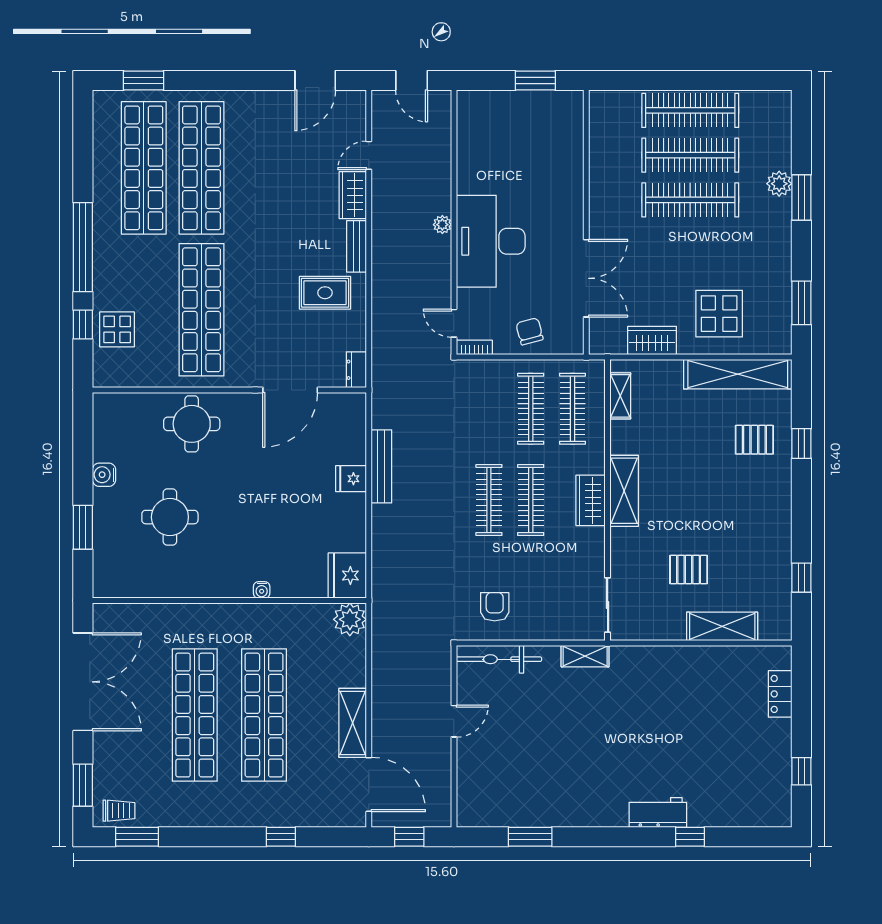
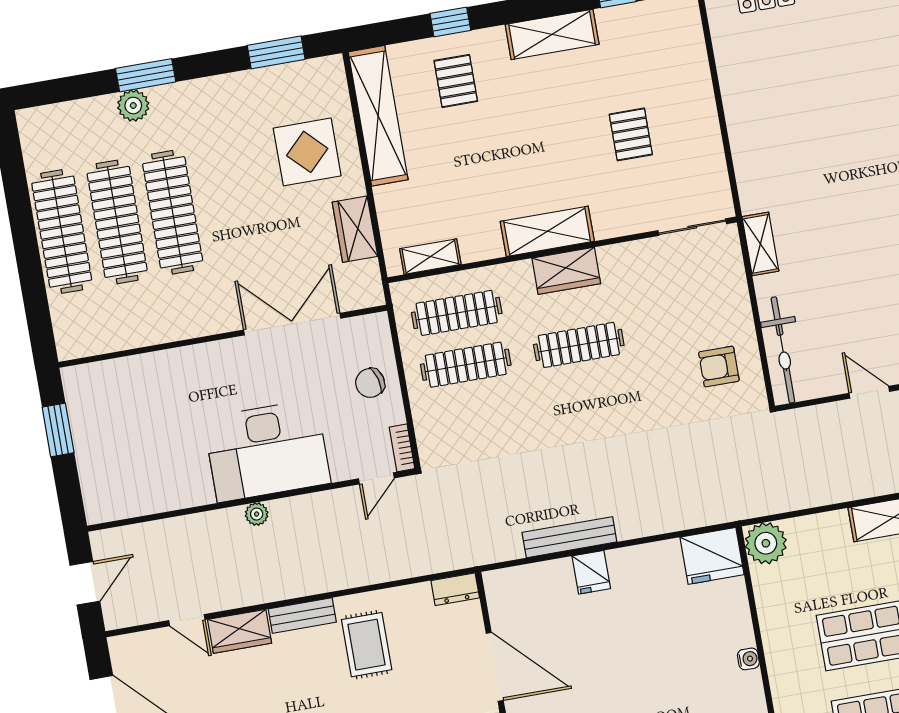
clothes rail: (489, 500) -> (588, 397), removed
shelving: (722, 626) -> (552, 34), moved, turned 90

